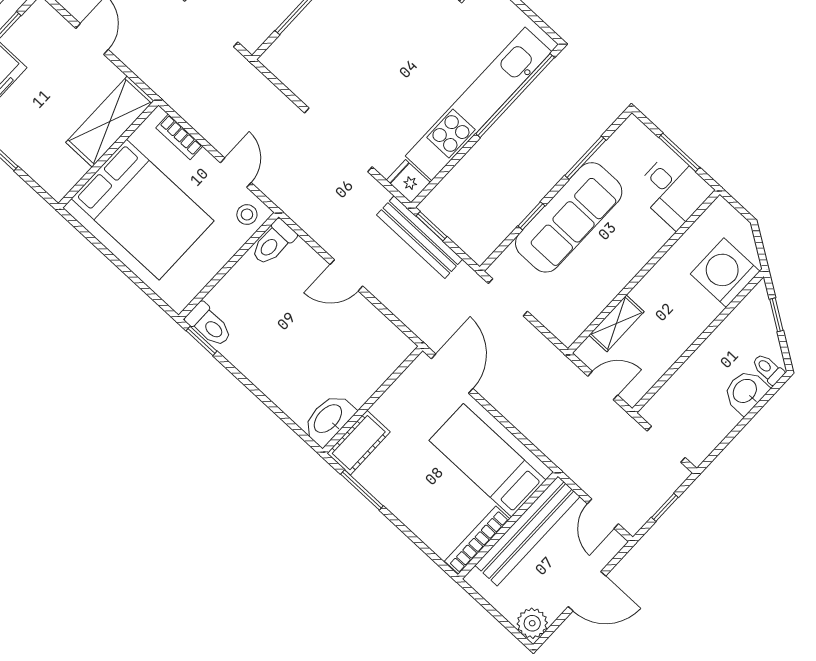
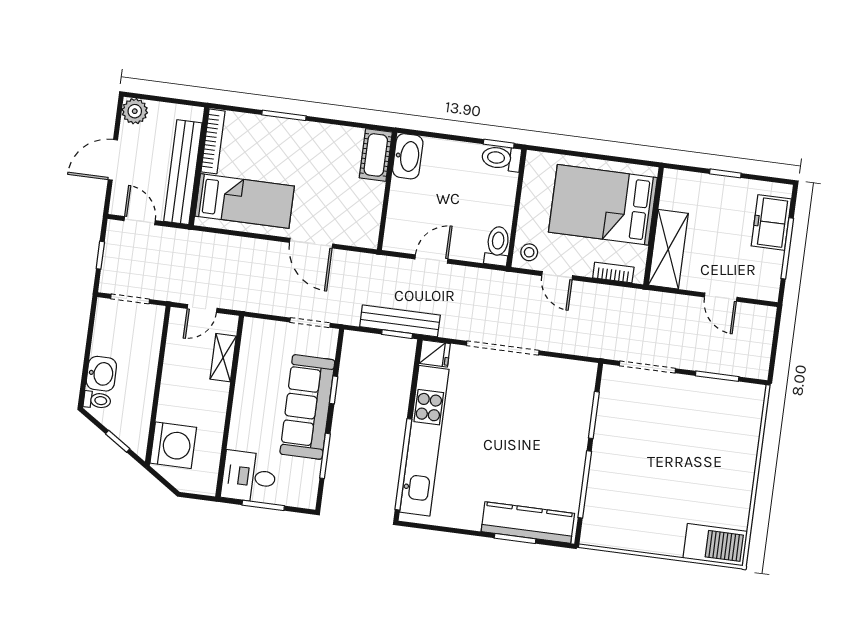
wall: (373, 400) -> (387, 191), moved
washbasin: (329, 419) -> (408, 156), moved
cot: (359, 443) -> (376, 155), moved
window: (362, 490) -> (284, 115), moved

